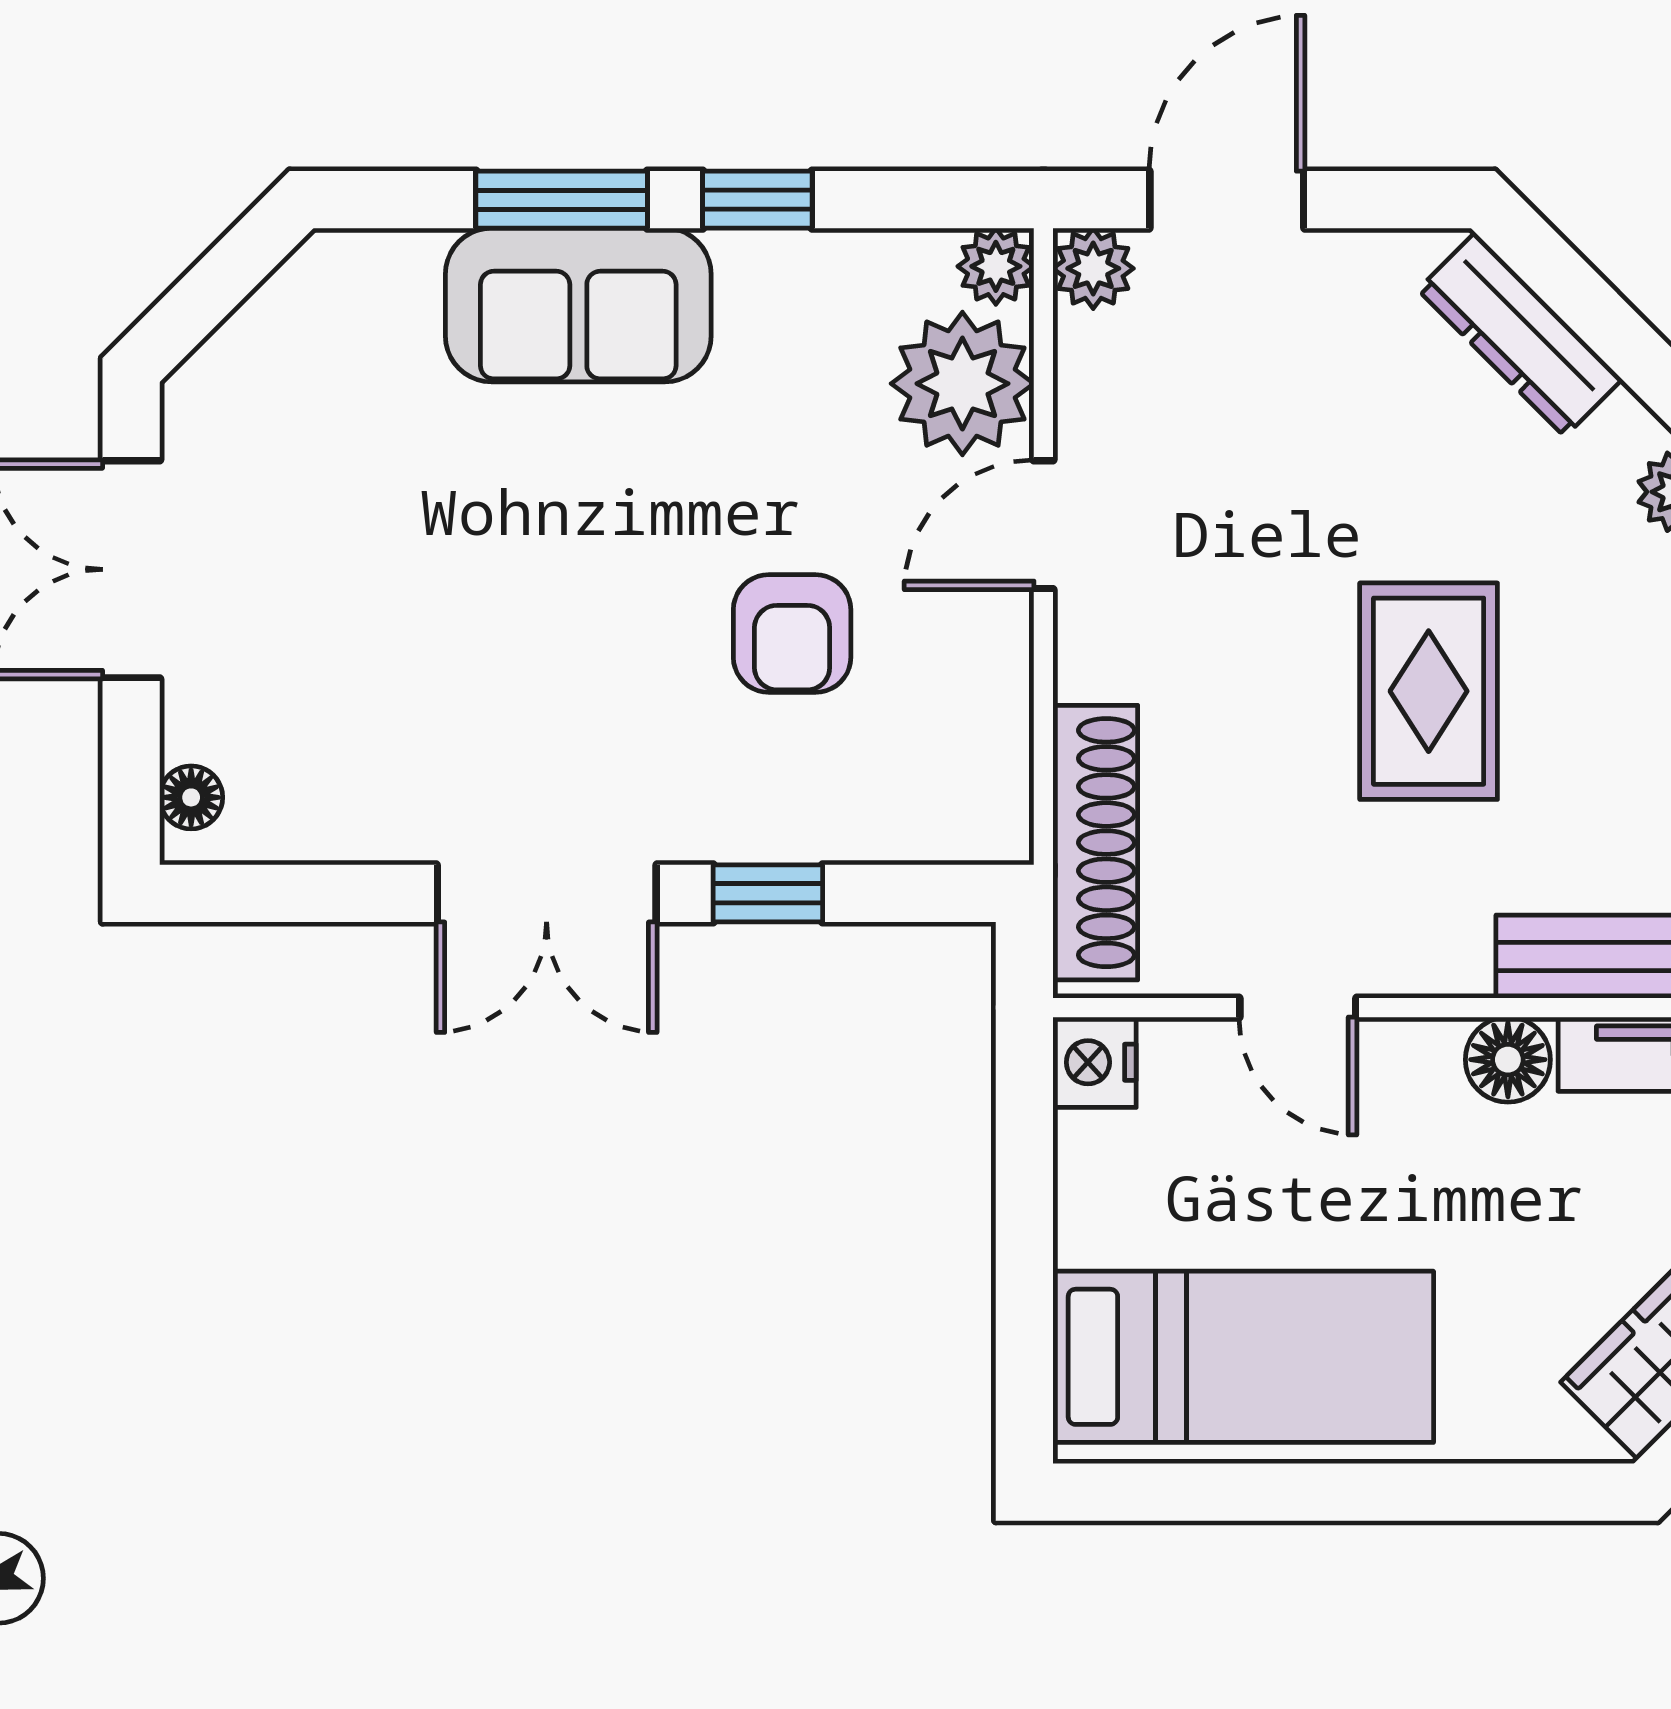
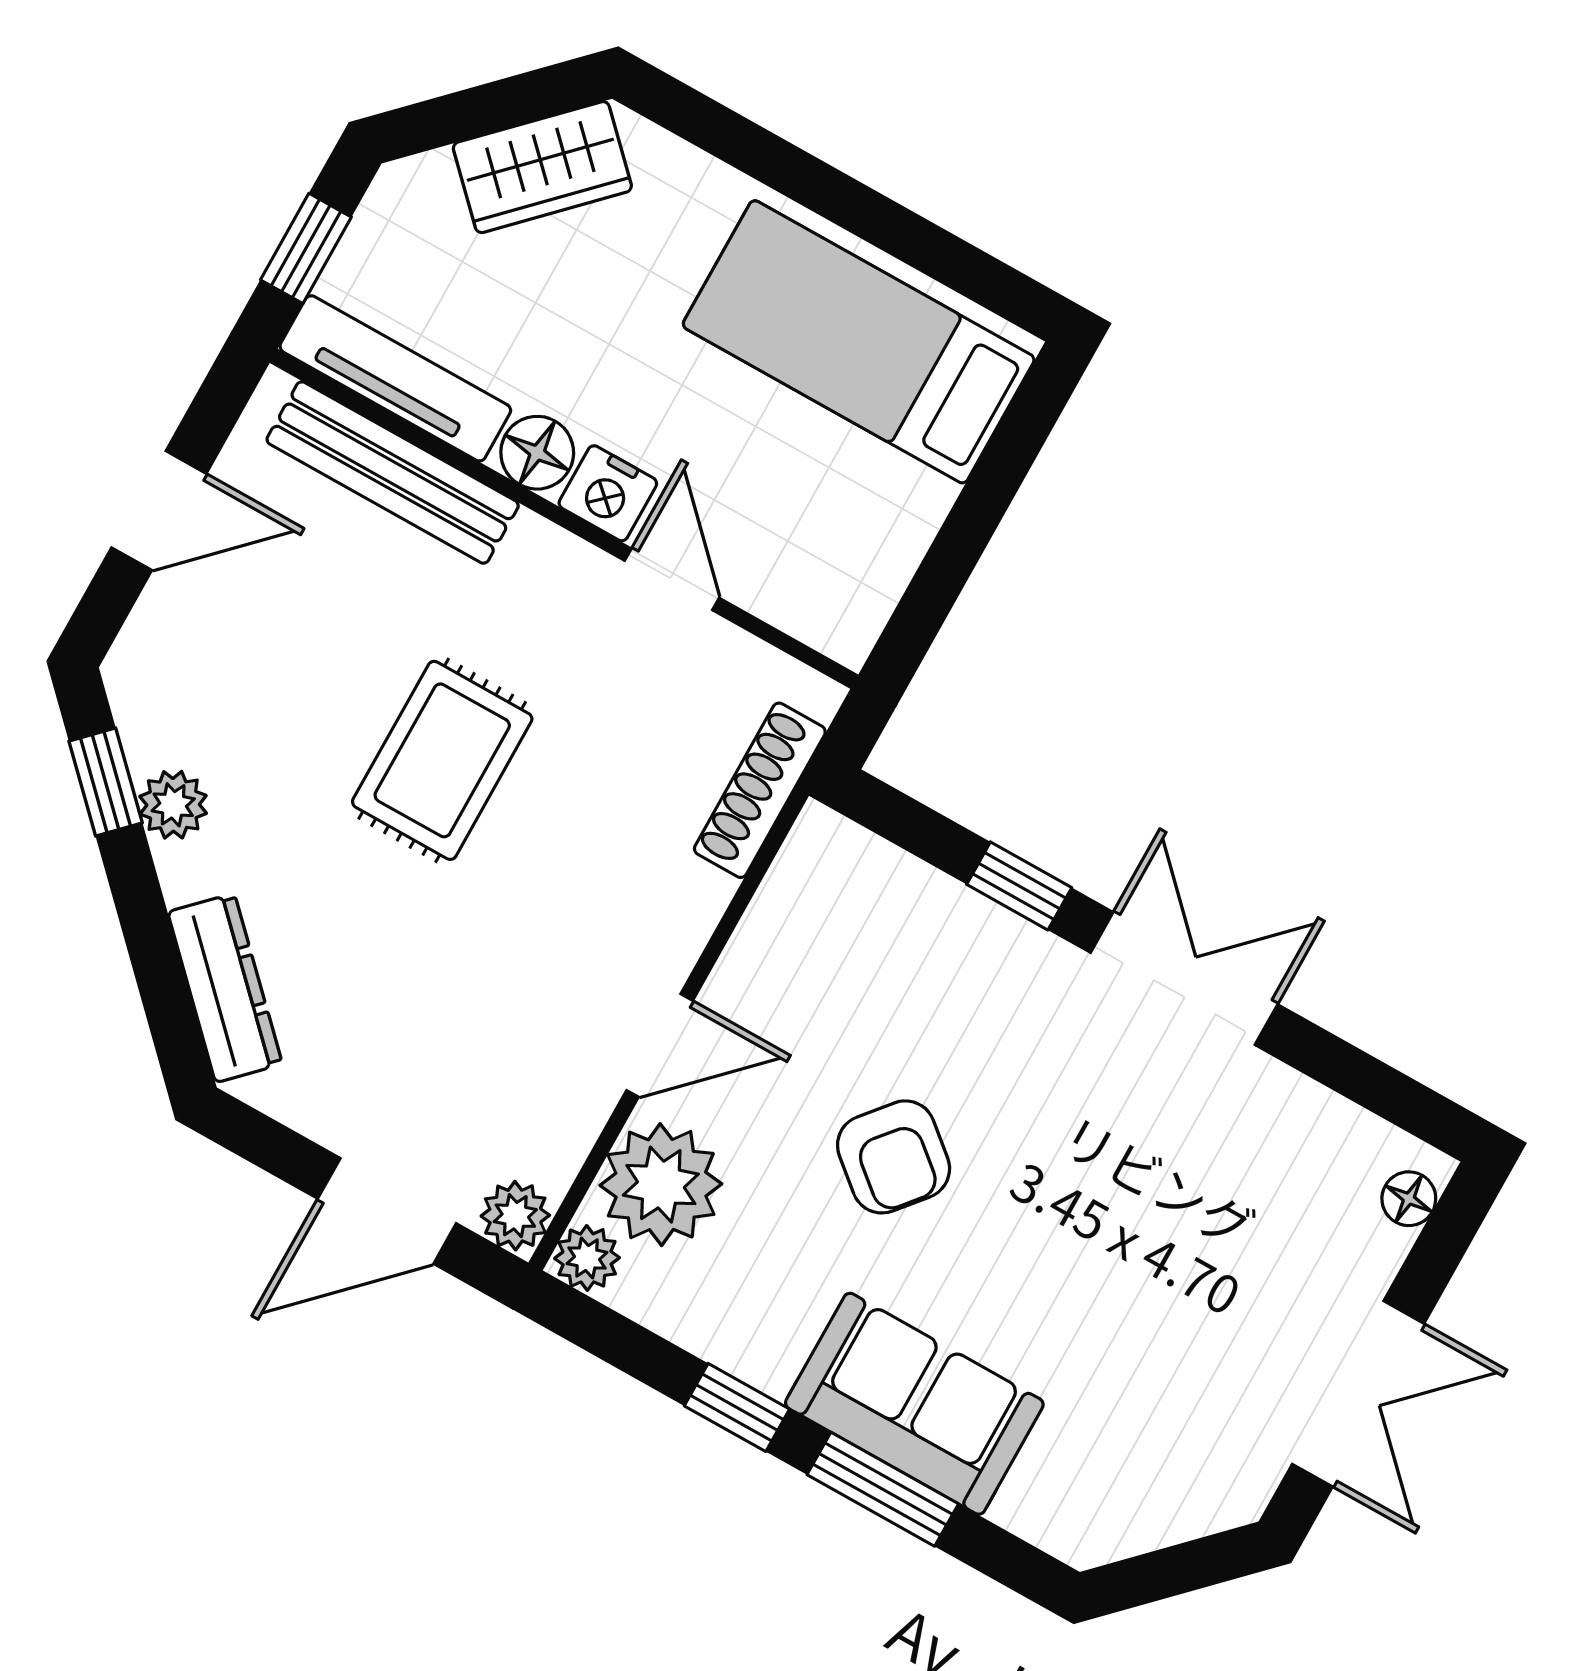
armchair: (792, 633) -> (894, 1157), moved, turned 130
shoe rack: (1095, 843) -> (760, 790), width x0.74, depth x0.81
nightstand: (1095, 1062) -> (608, 493), moved, turned 90

